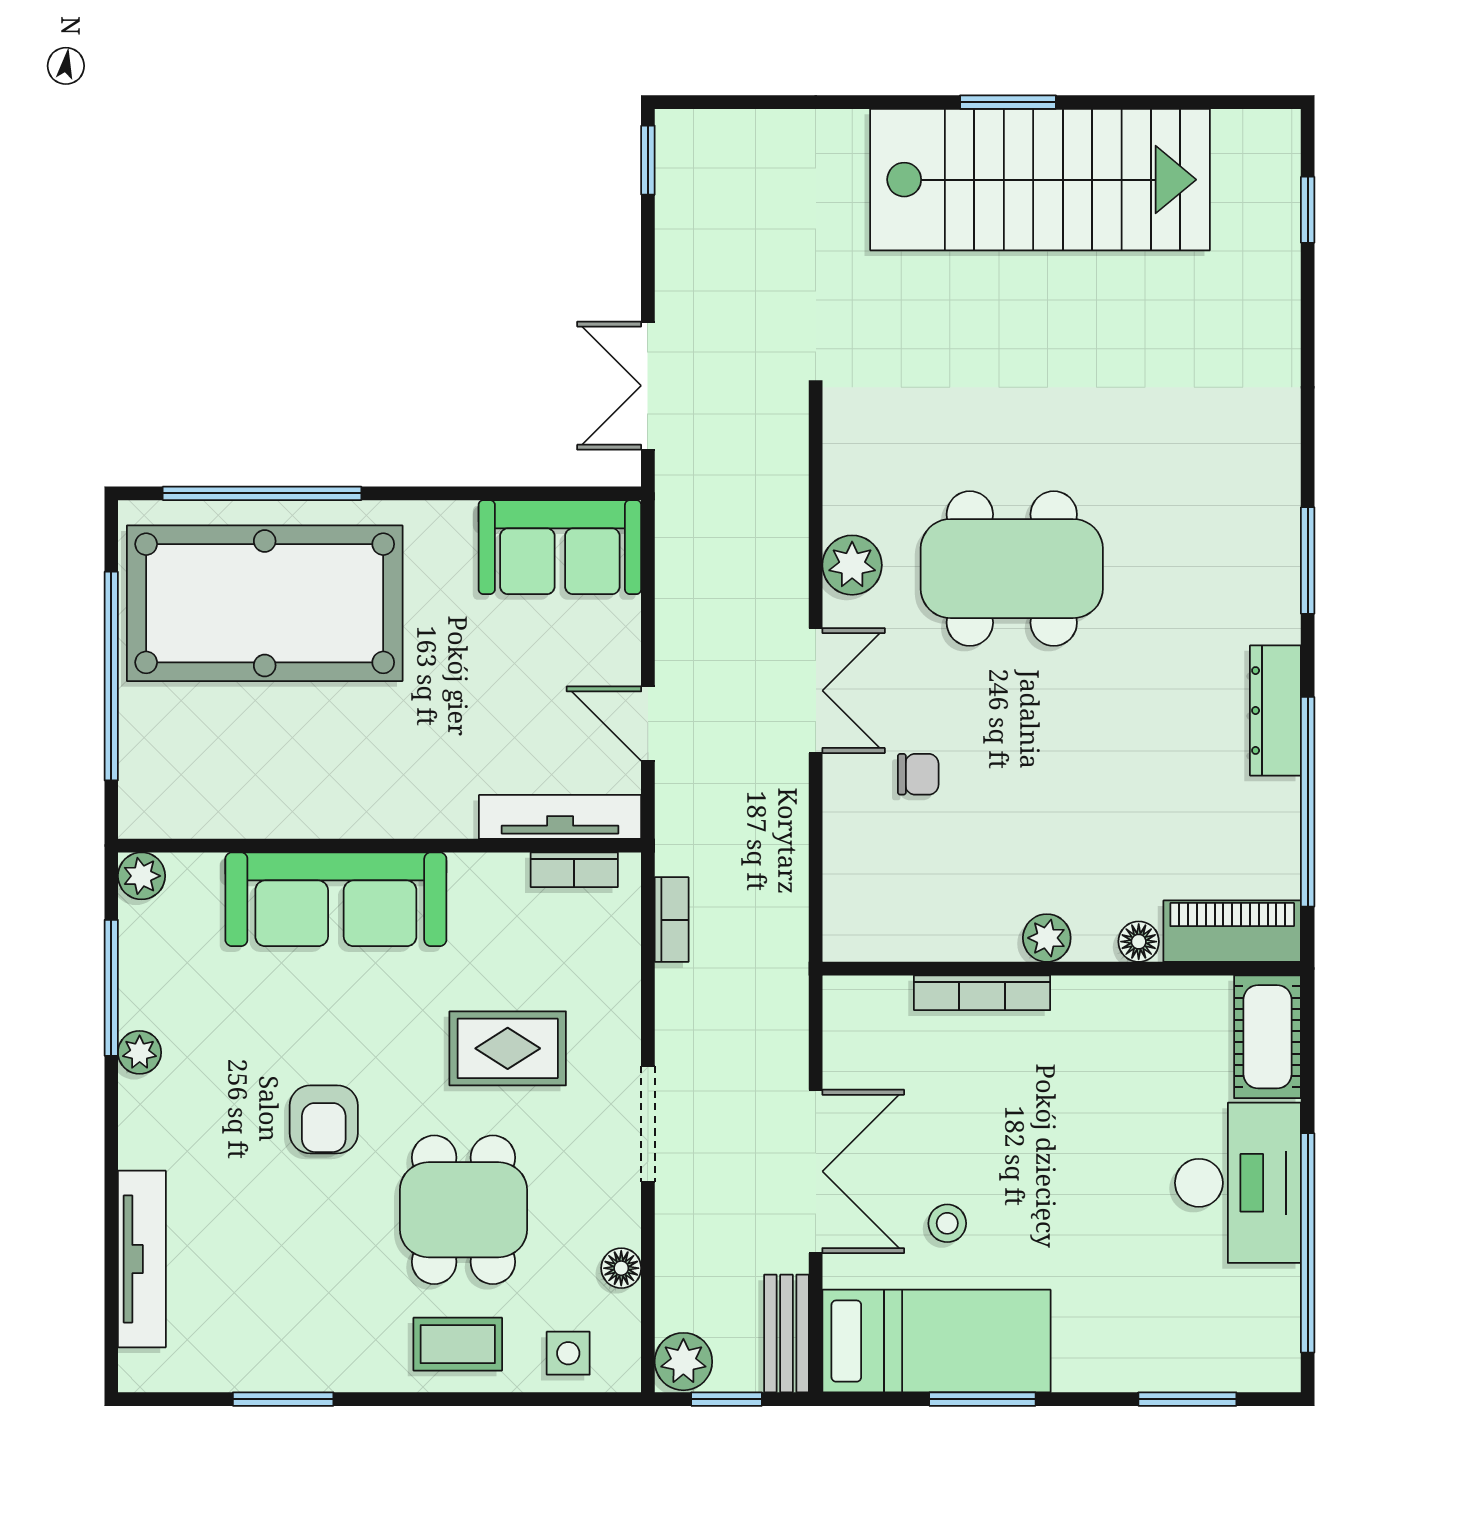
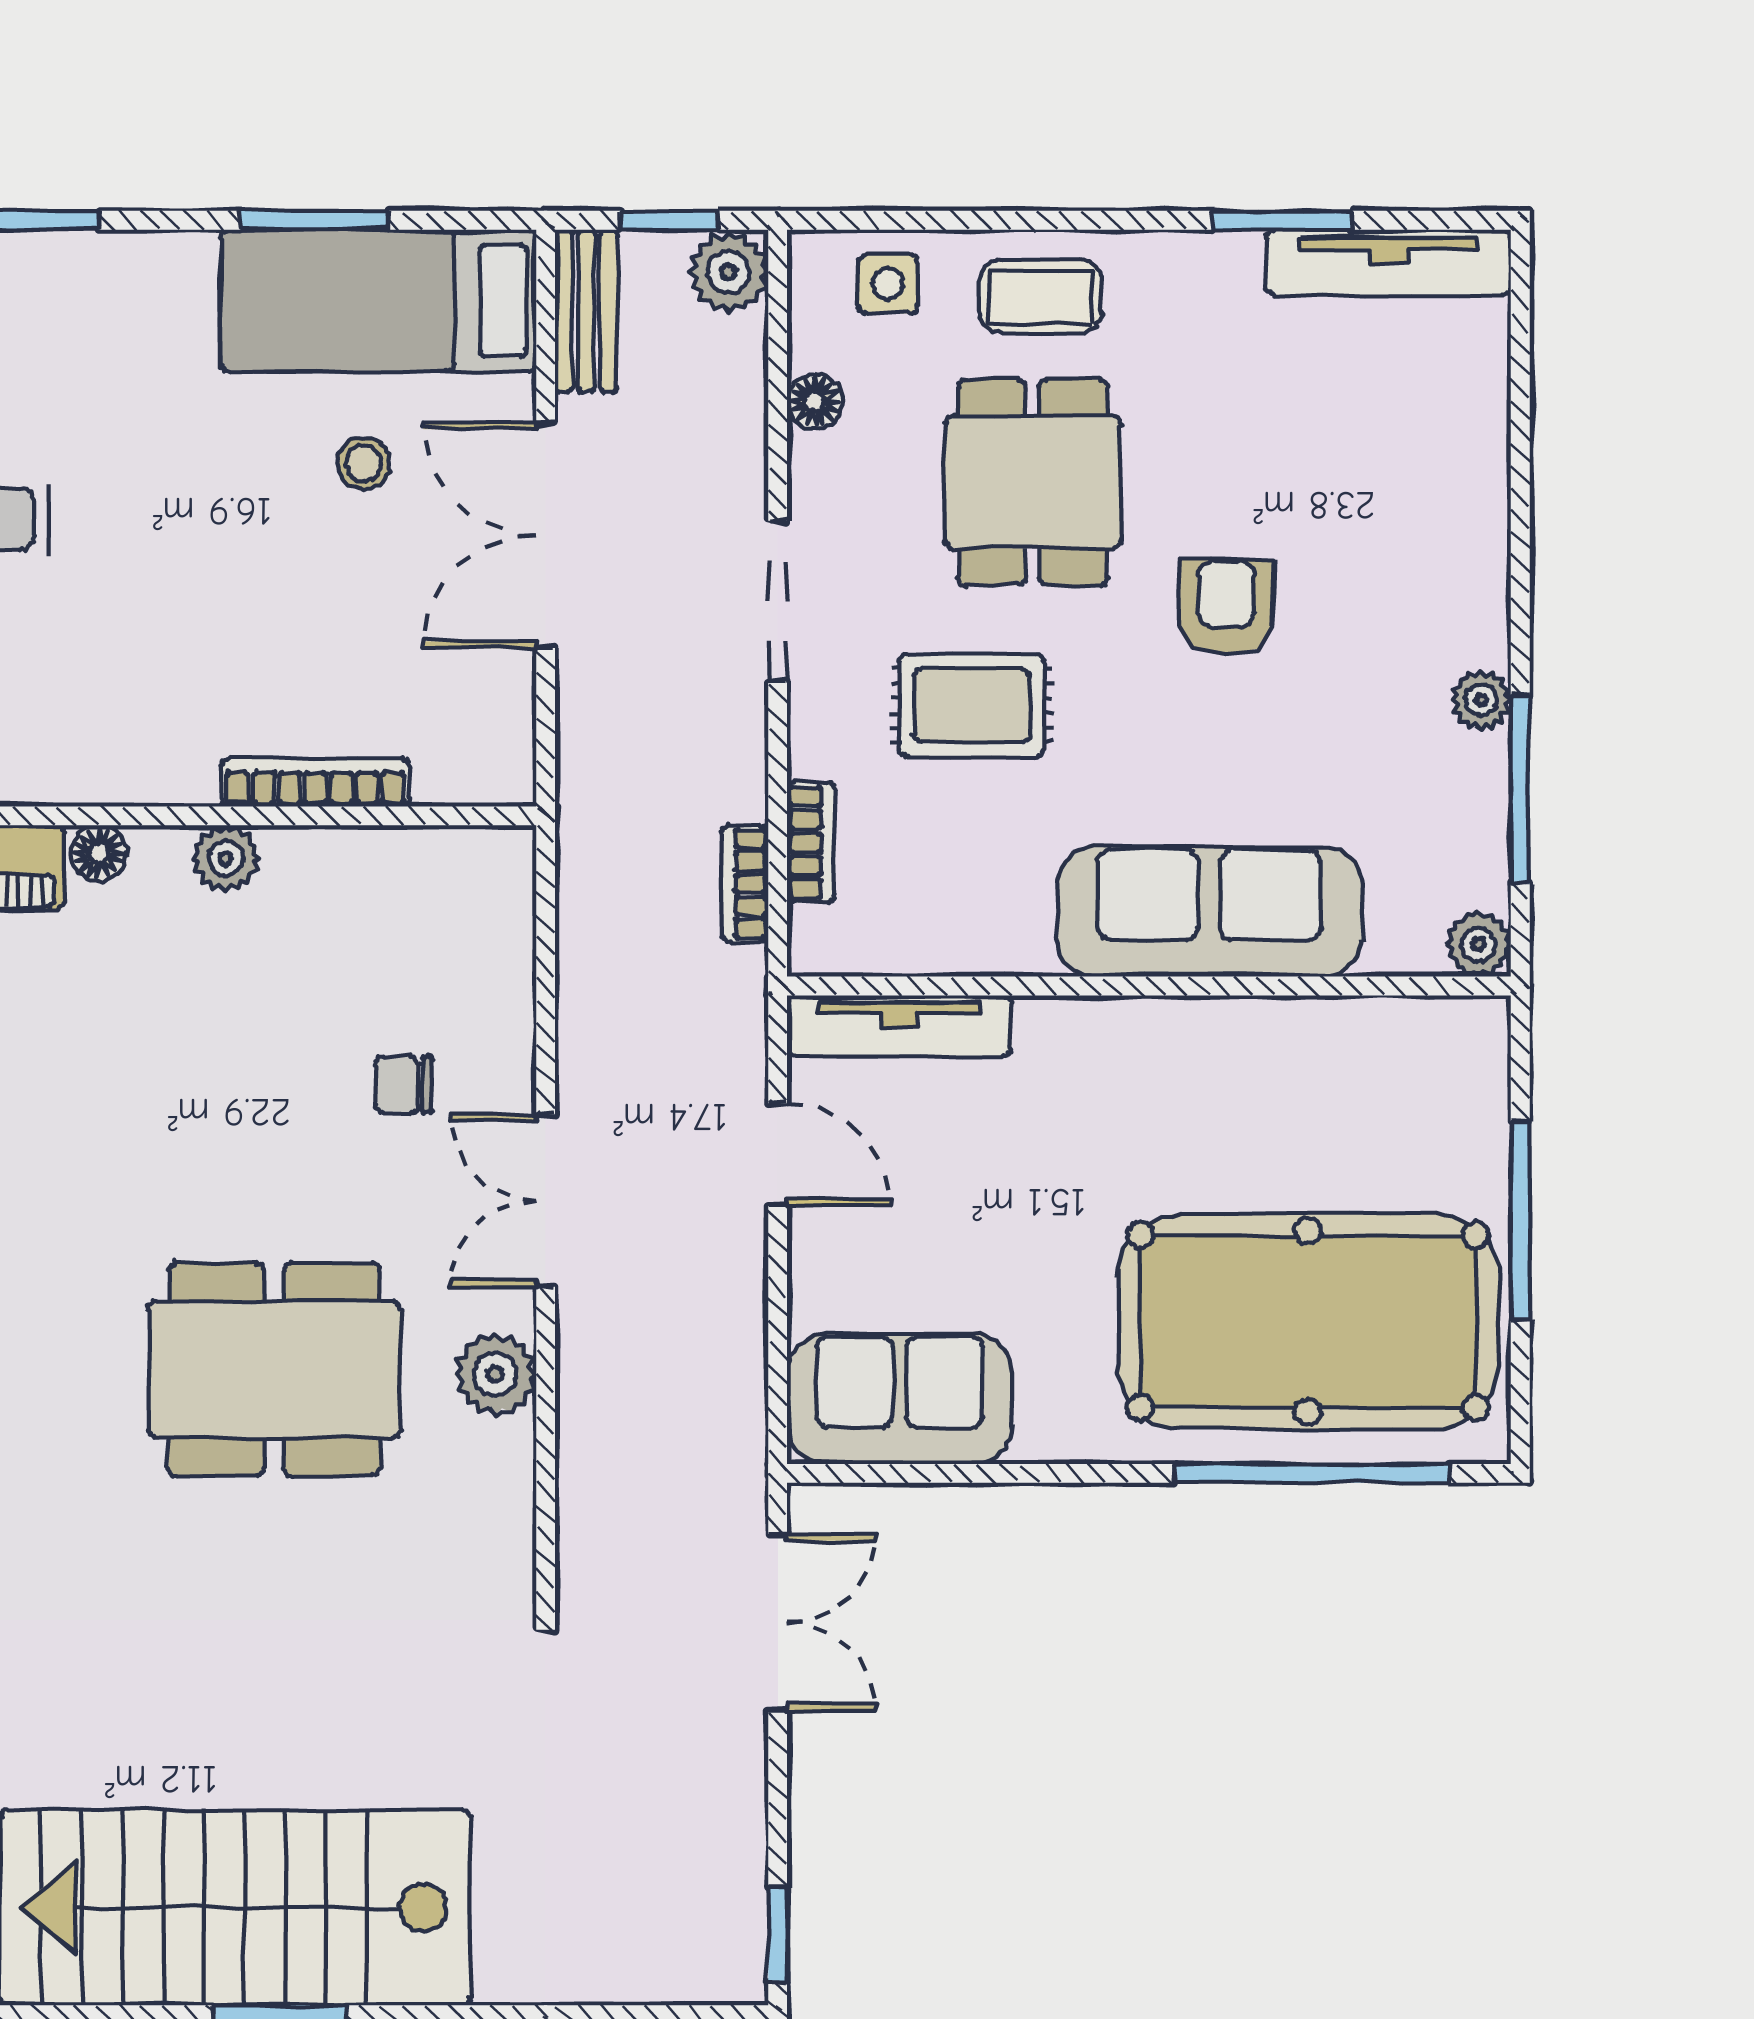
window: (111, 676) -> (1520, 1220), width x0.68
bookcase: (574, 870) -> (811, 842), moved, turned 90
tv unit: (142, 1259) -> (1389, 263), moved, turned -90

